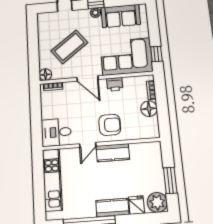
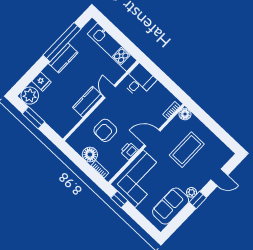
coffee table: (69, 47) -> (187, 150), turned 37
armchair: (110, 125) -> (105, 130), moved
kitchen counter: (112, 207) -> (63, 58), moved

